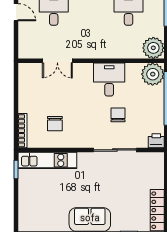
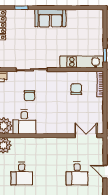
double door: (57, 61) -> (86, 136), moved
desk: (109, 79) -> (24, 122), moved

